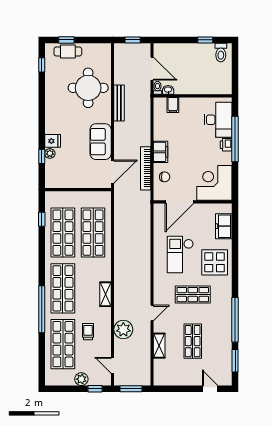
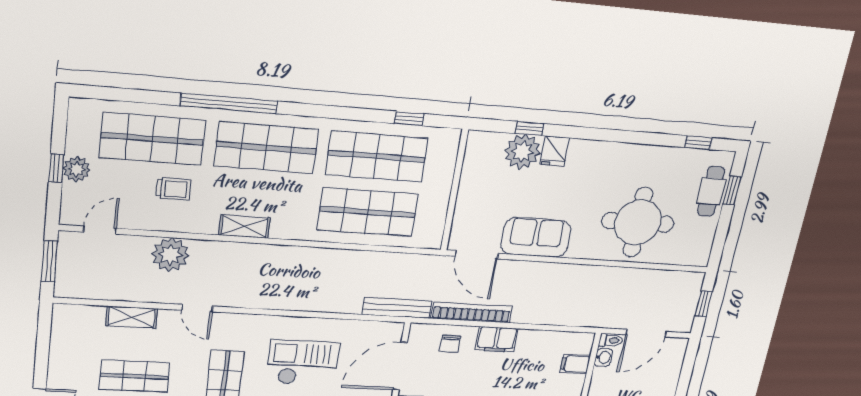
bench: (119, 103) -> (397, 308), moved
plant: (50, 153) -> (522, 152), width x1.88, depth x1.88
door: (179, 202) -> (400, 366), hinge flipped
window: (95, 389) -> (56, 168), moved

